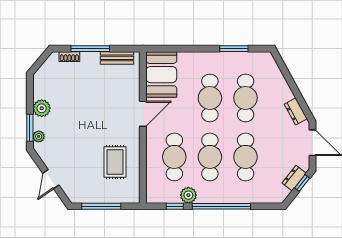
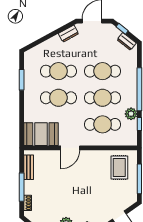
door: (143, 114) -> (70, 148), swing flipped
rug: (115, 162) -> (119, 167), moved, turned 90
dresser: (294, 178) -> (127, 41), moved

